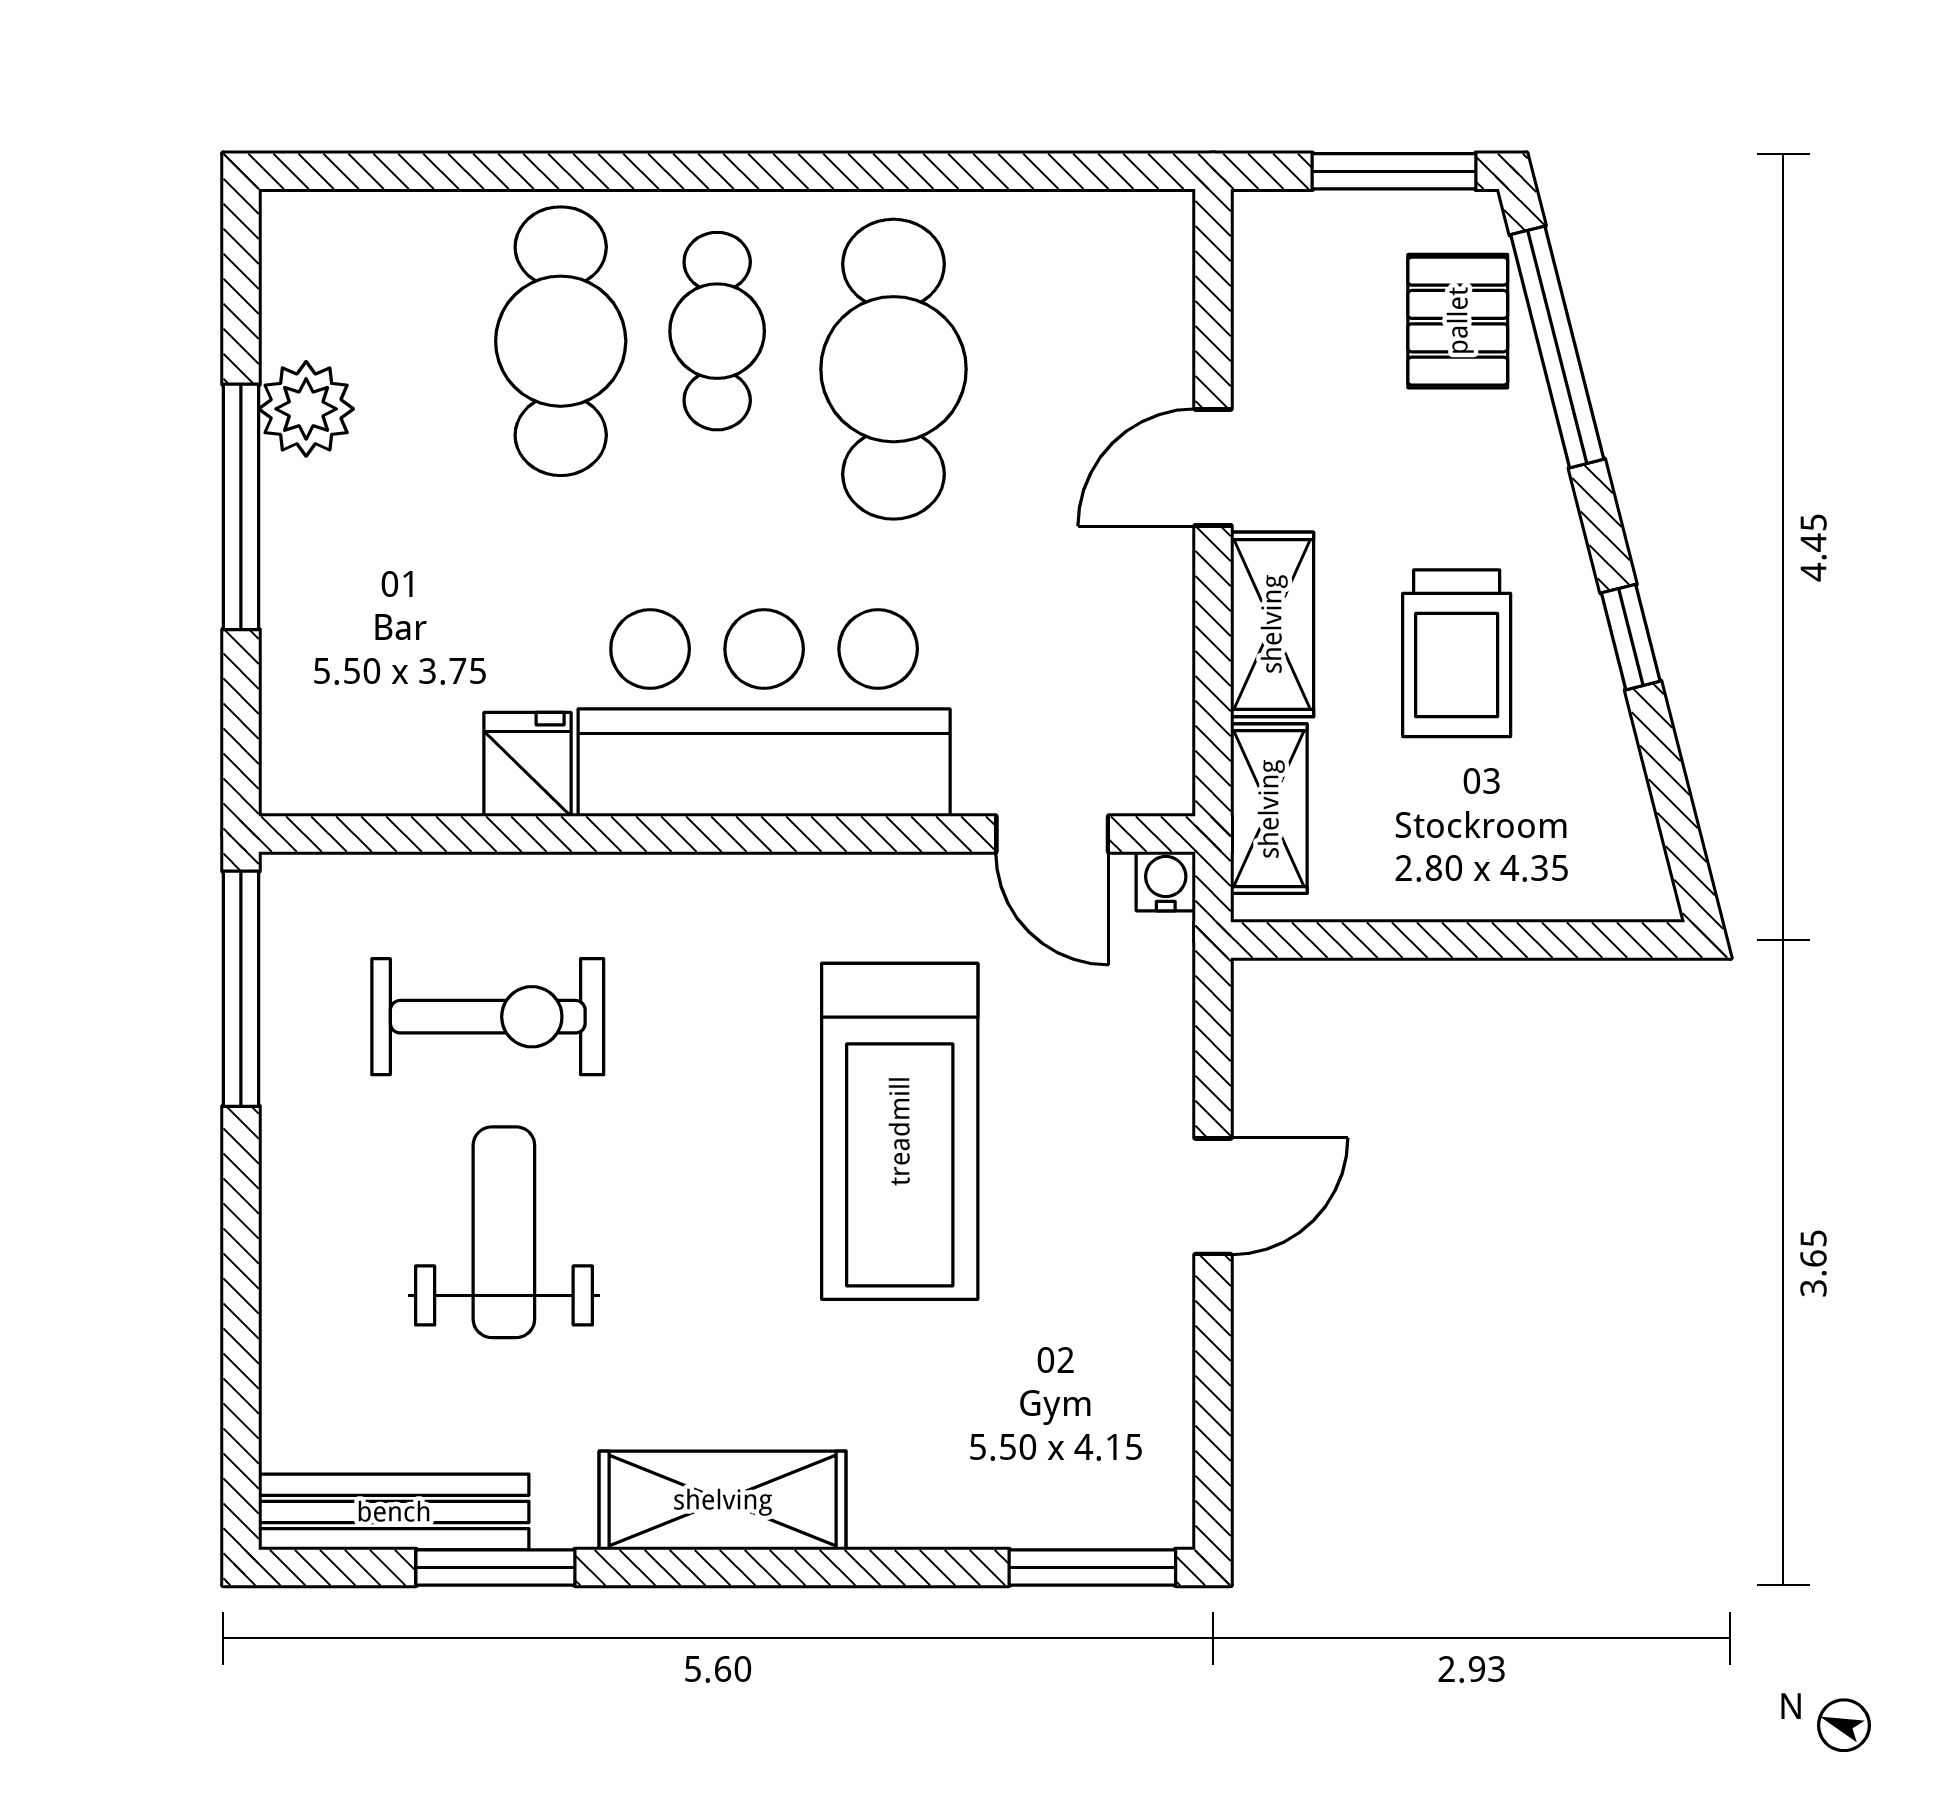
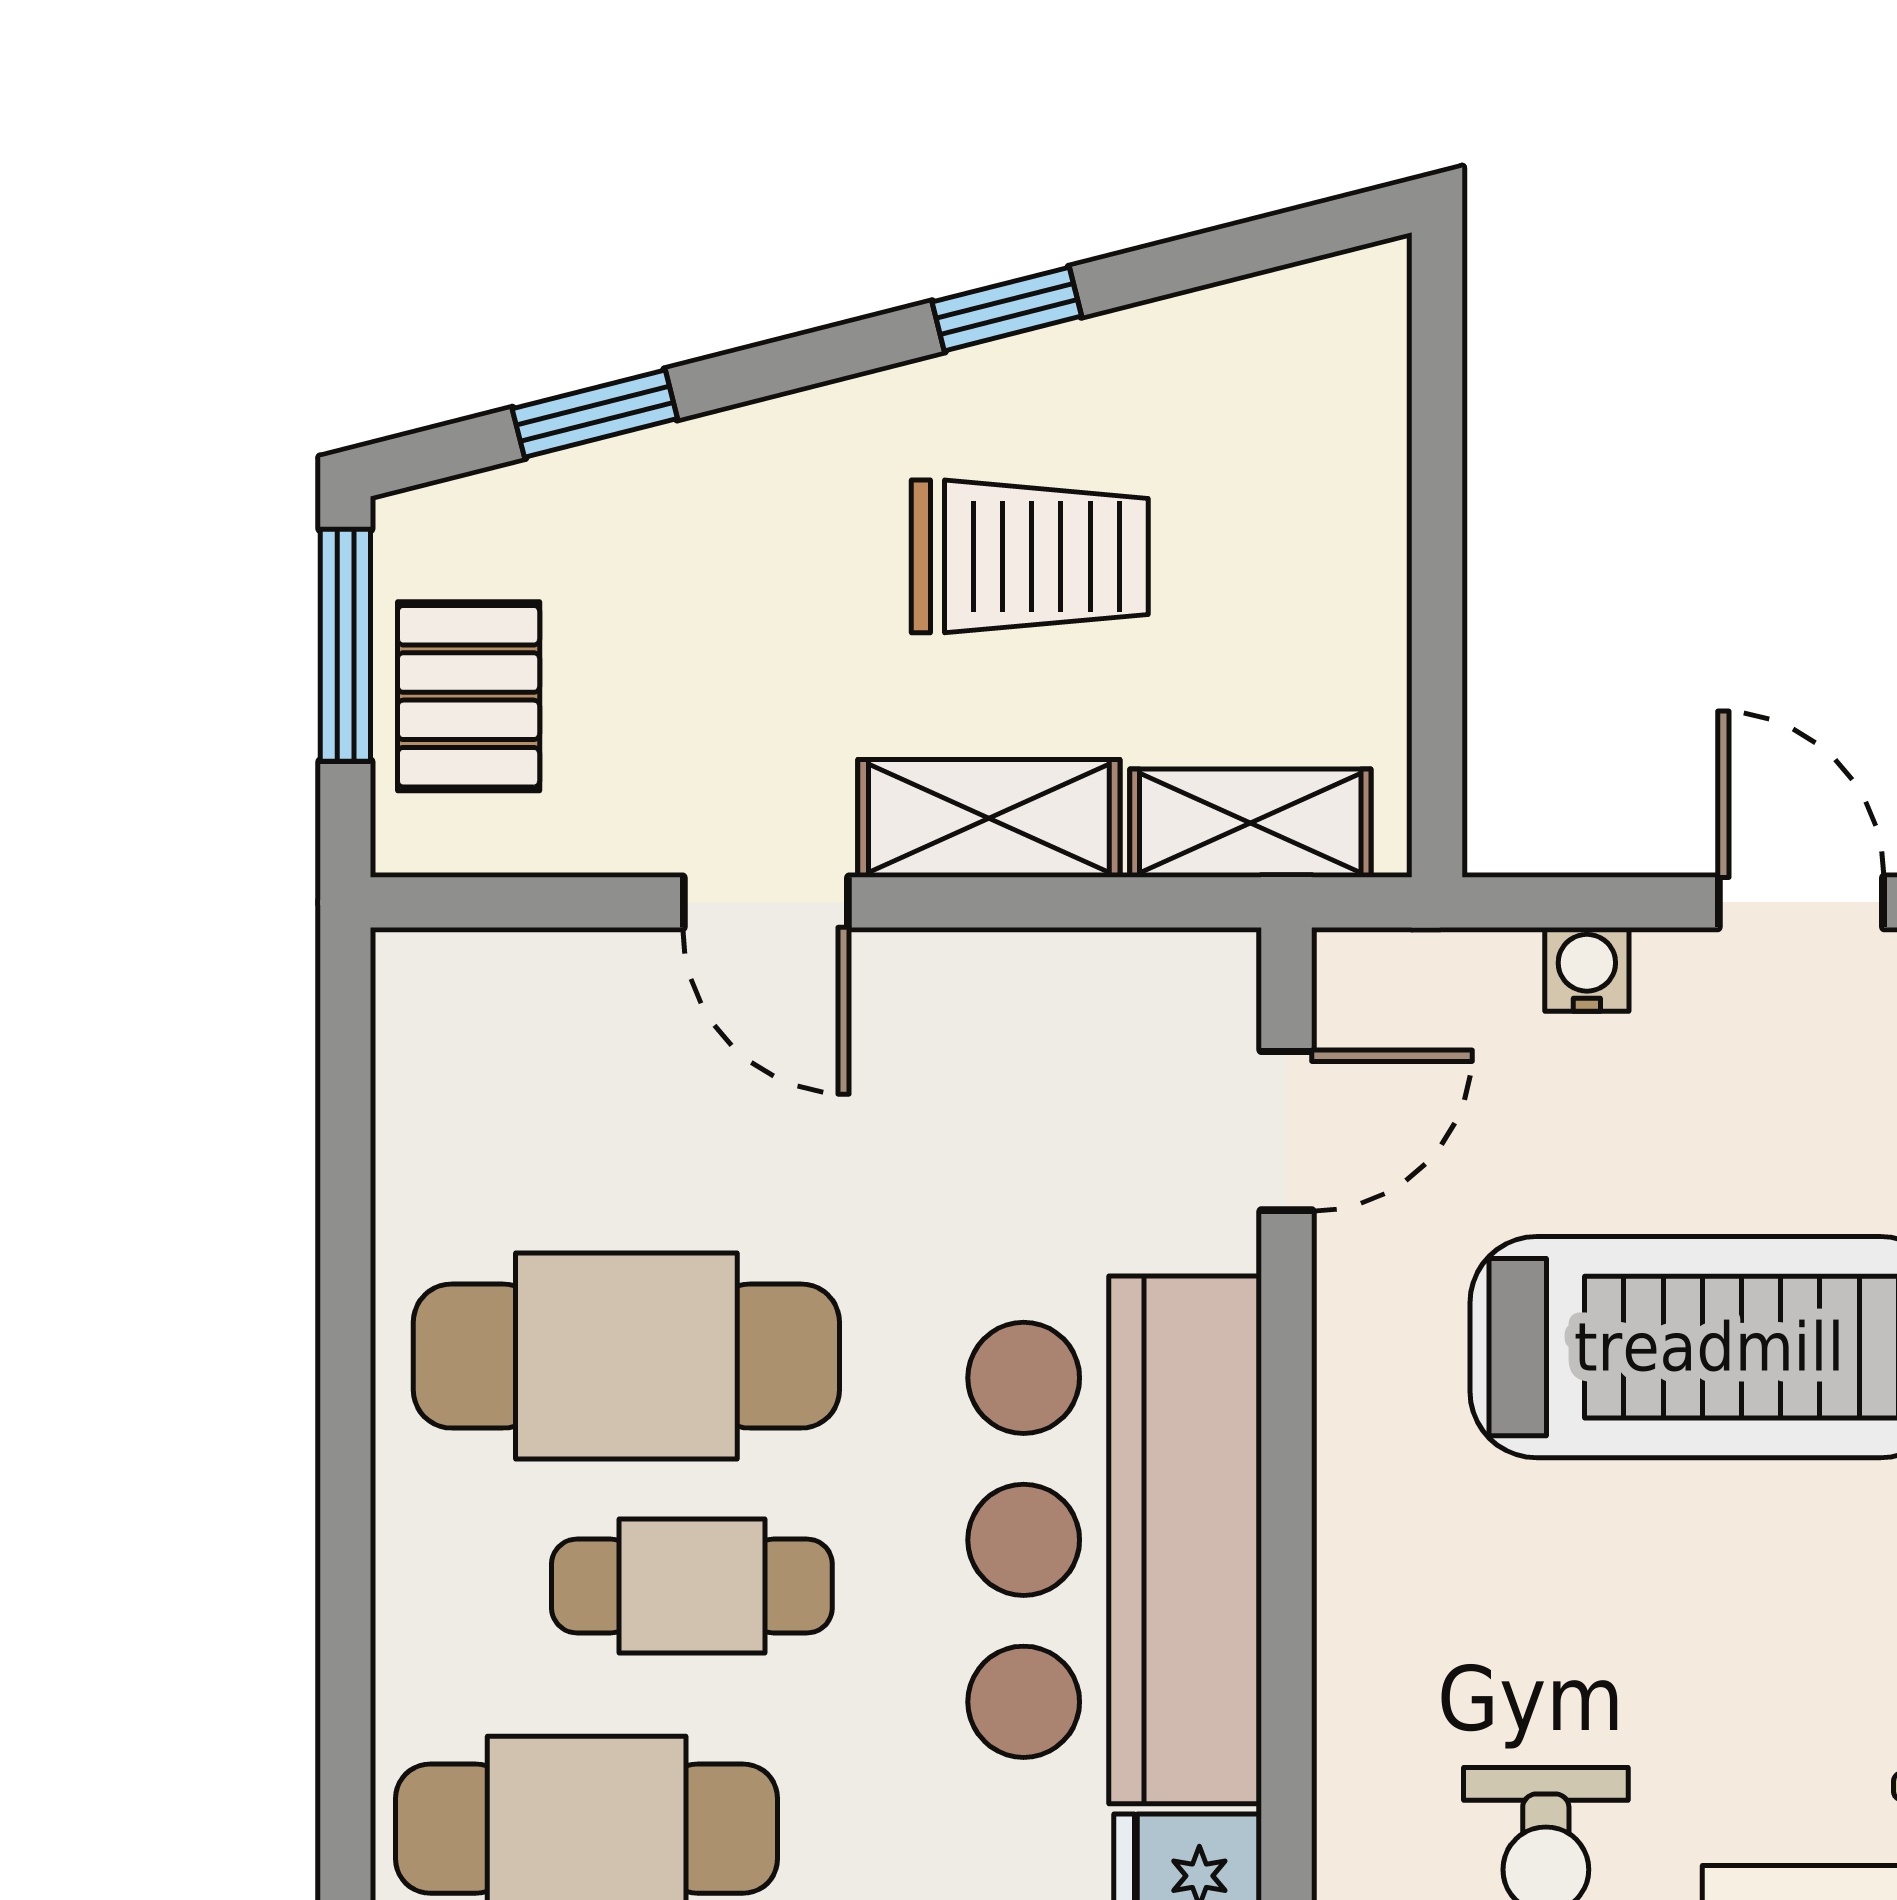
pallet: (1458, 321) -> (469, 696), moved, turned 90
cafe table: (717, 331) -> (692, 1586), moved
window: (1557, 347) -> (595, 414), width x0.46
water cooler: (1166, 881) -> (1587, 969), moved, turned 90

